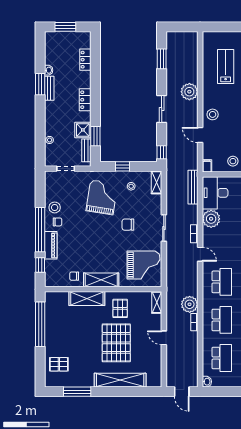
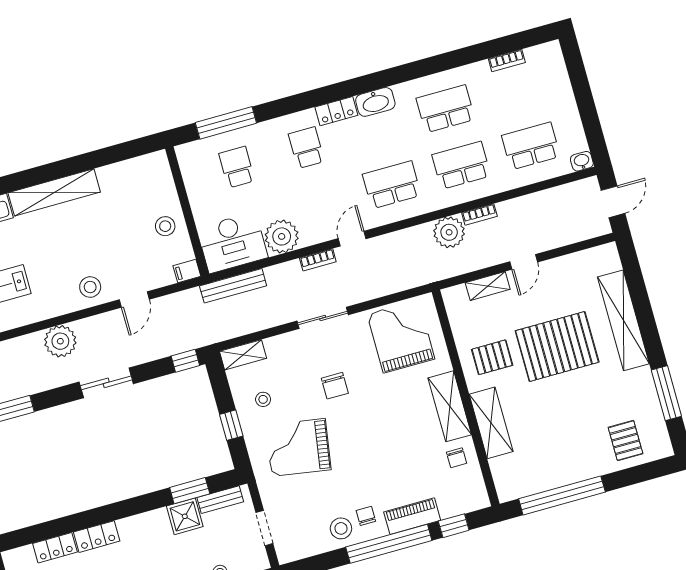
locker: (85, 100) -> (97, 537), moved
shelving: (157, 302) -> (488, 286), moved

